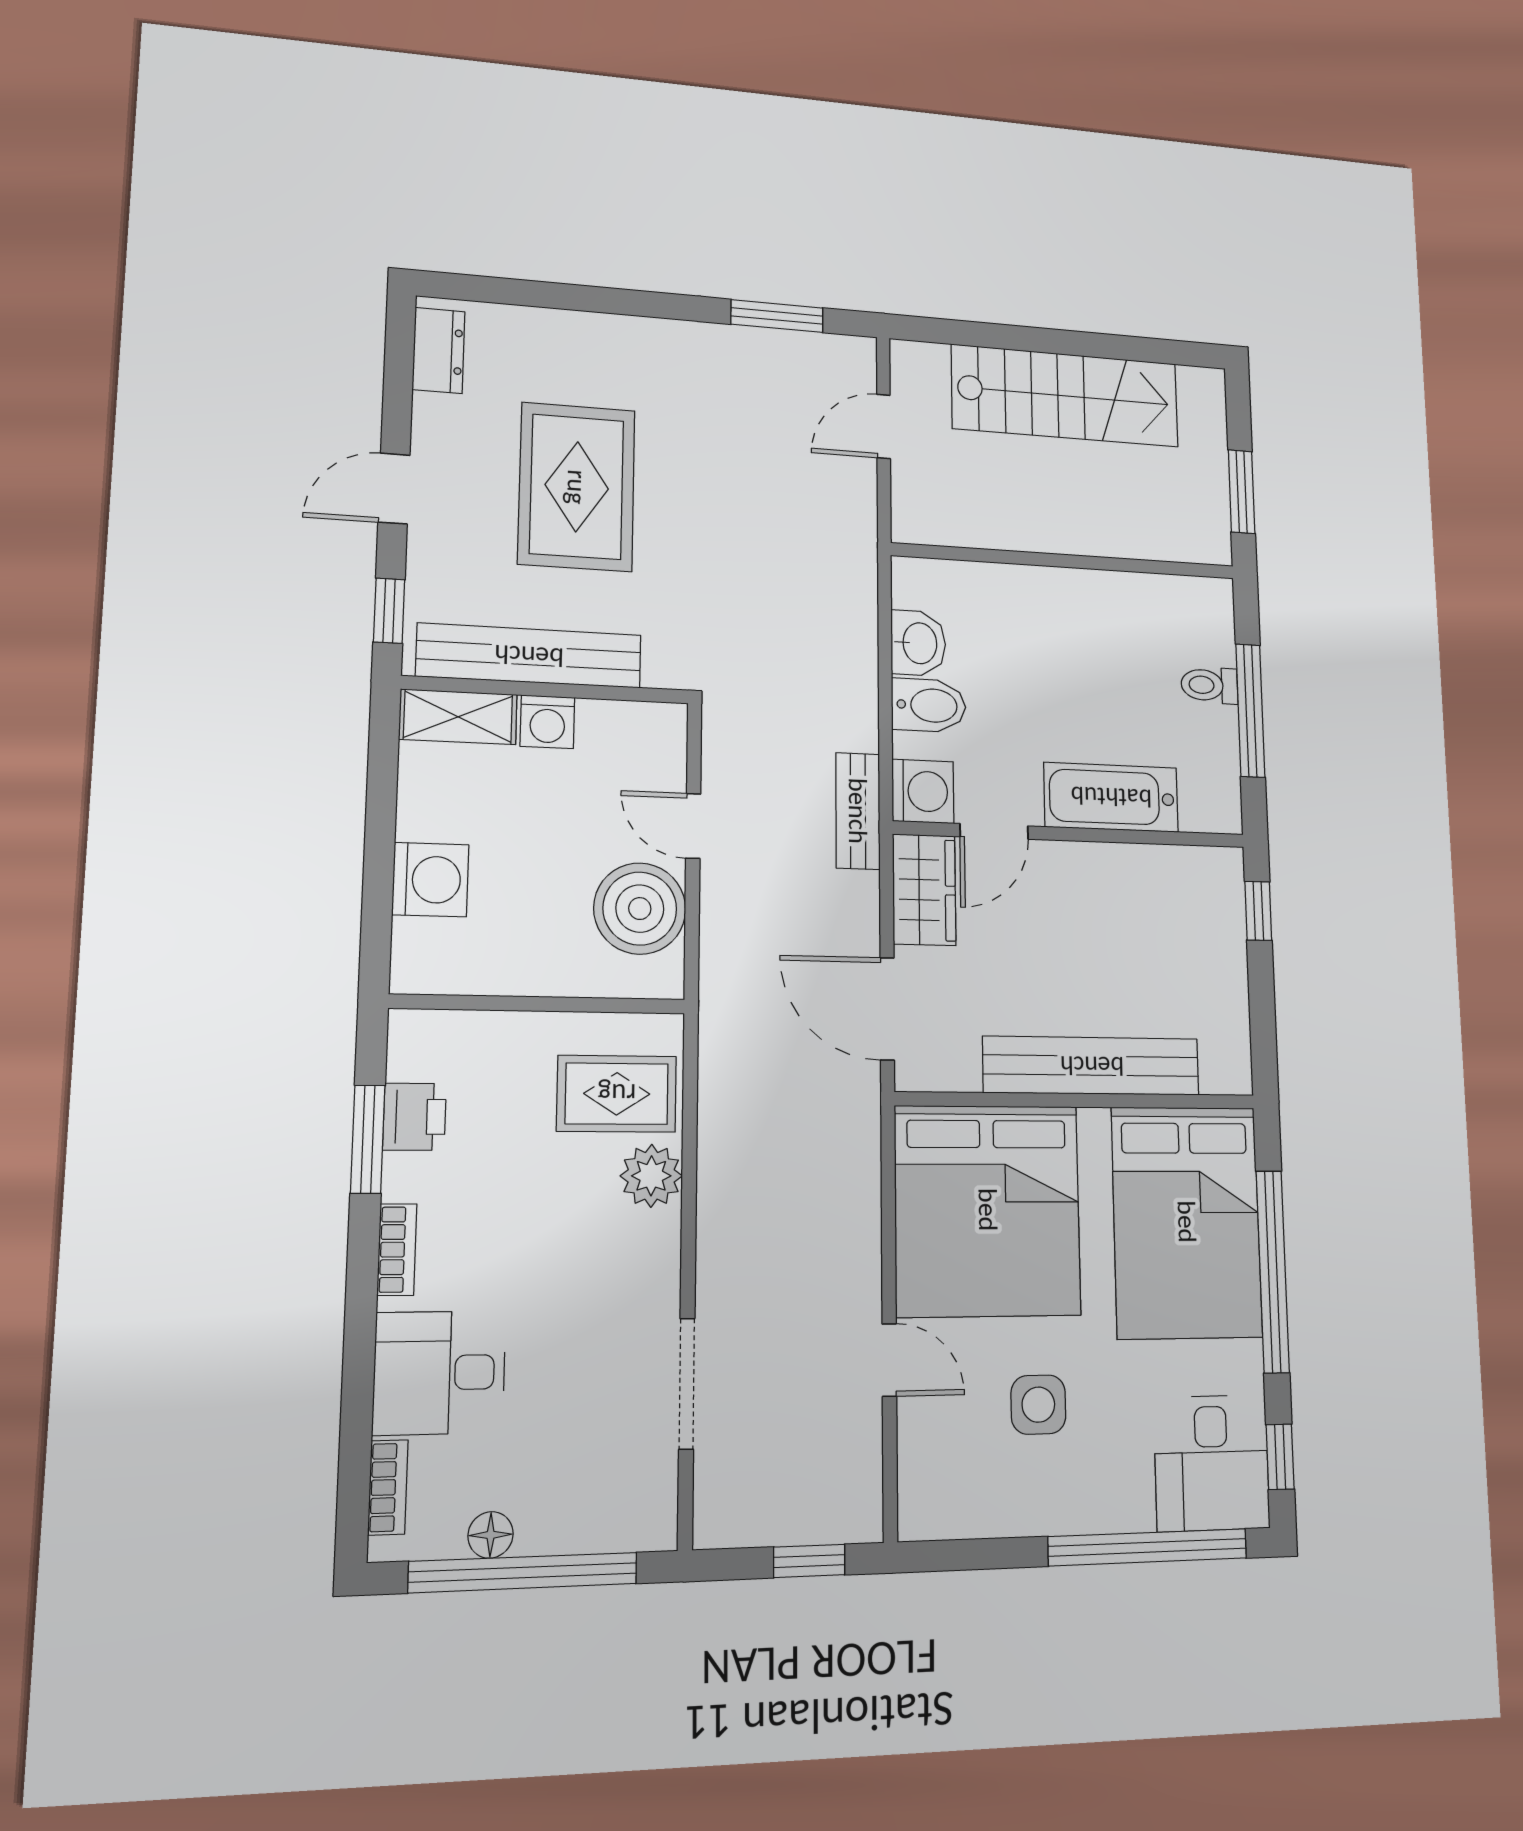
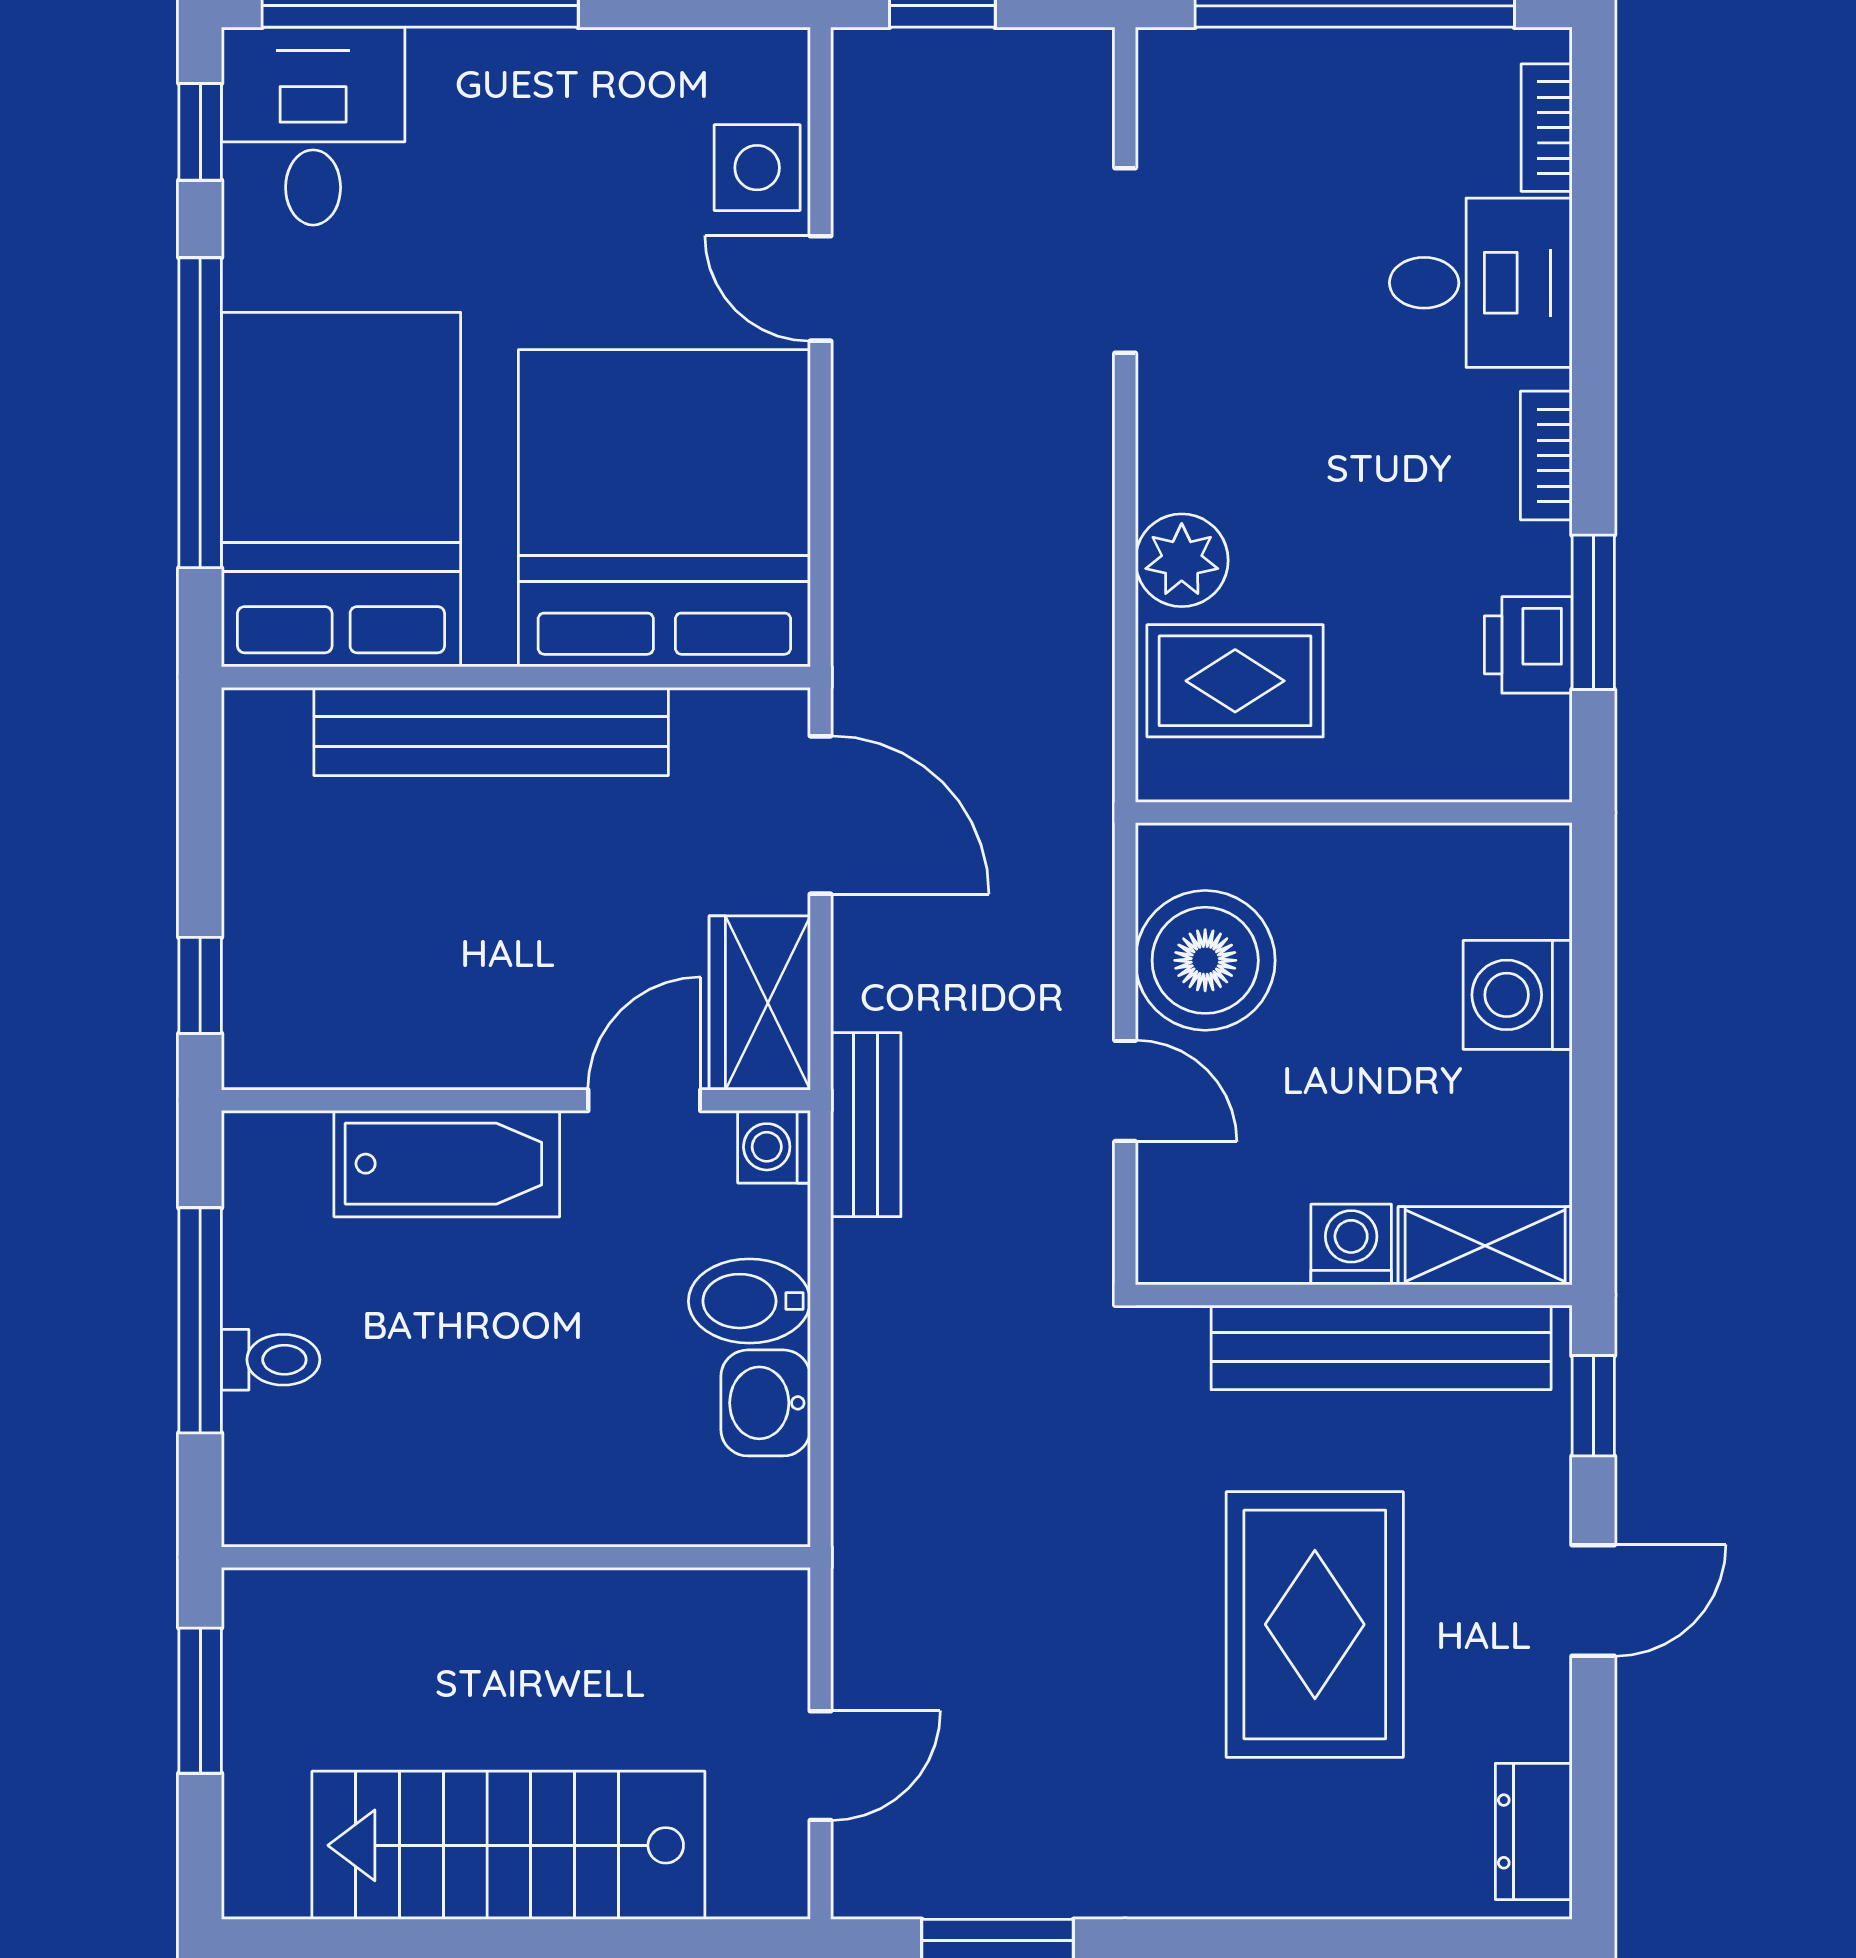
washing machine: (923, 791) -> (774, 1147), width x0.73, depth x0.73
side table: (1038, 1405) -> (757, 168), moved
floor lamp: (491, 1535) -> (1402, 59), removed

